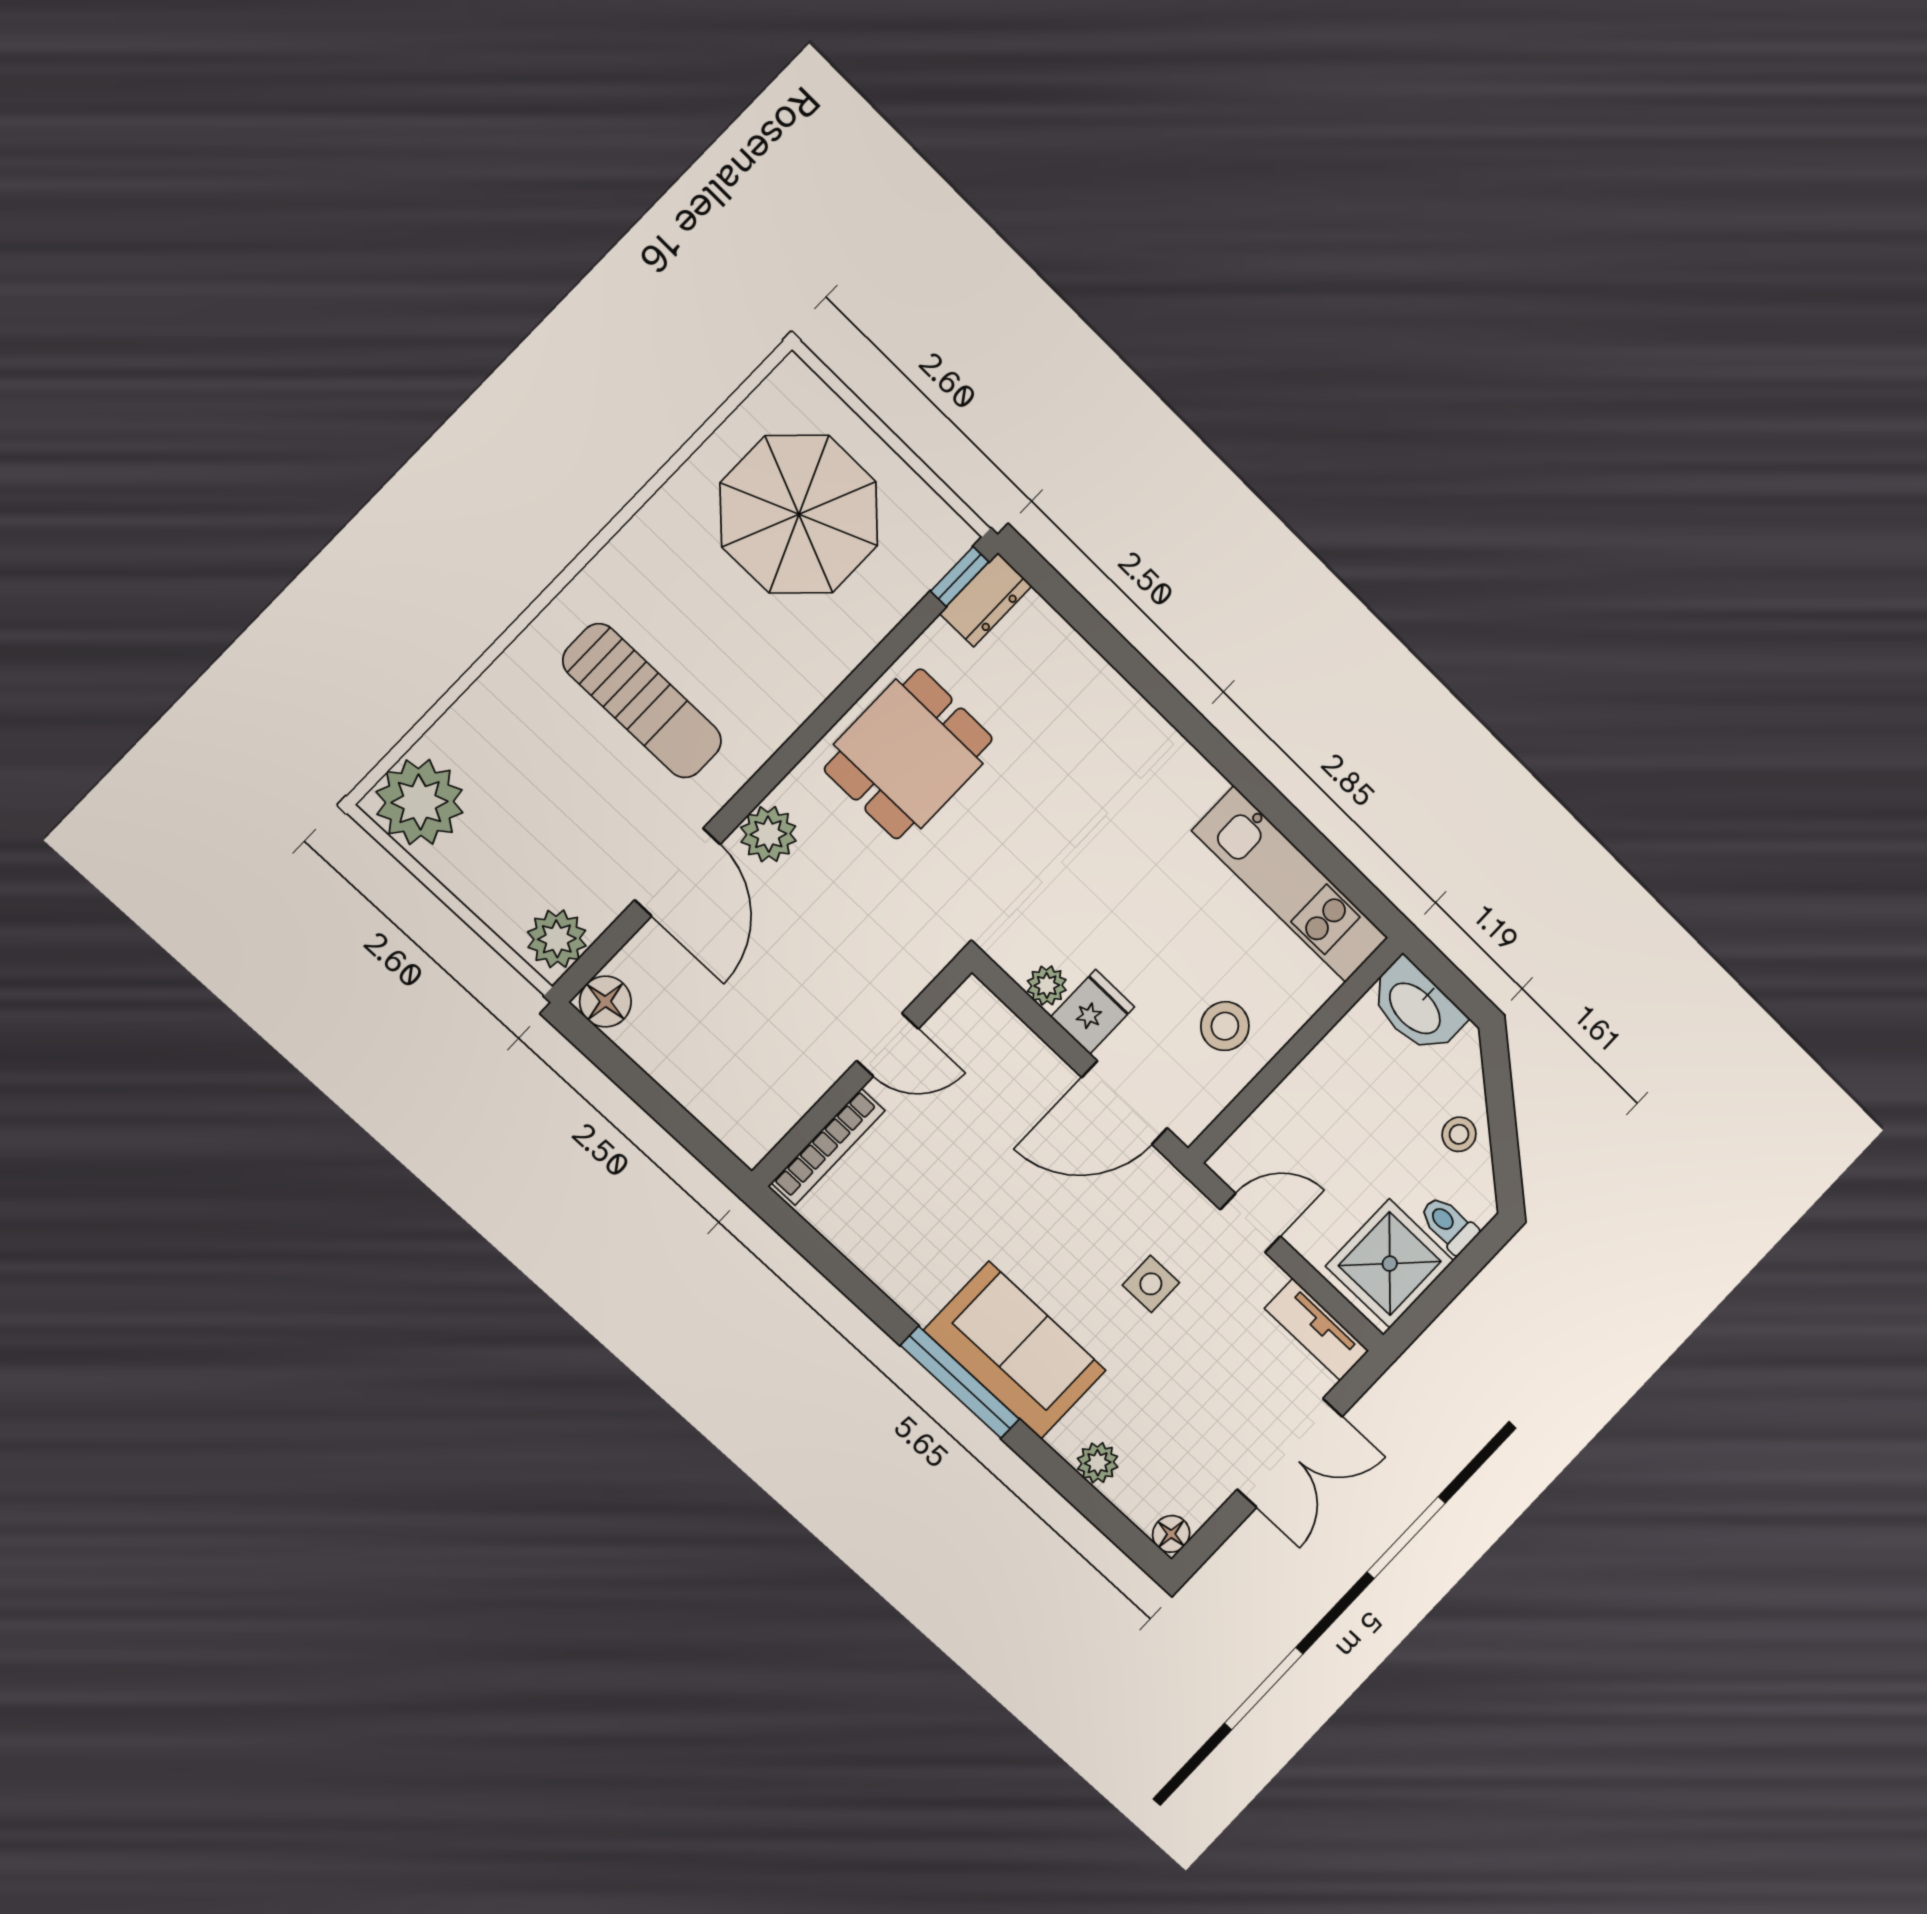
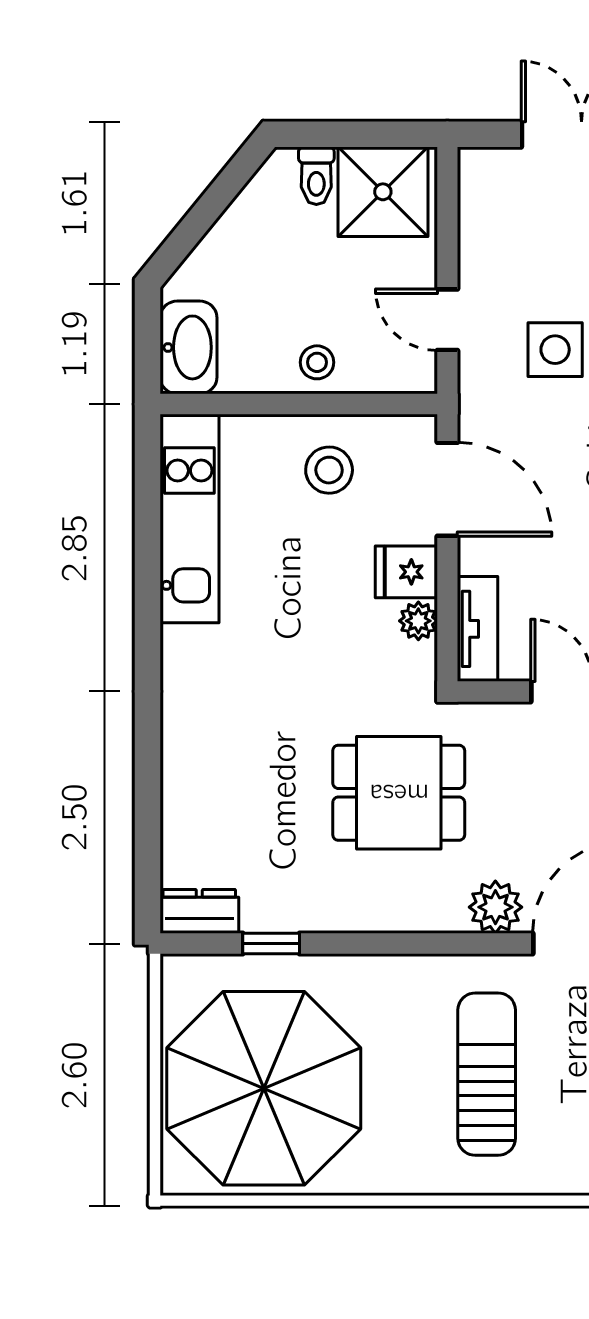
parasol: (799, 514) -> (264, 1088), width x1.36, depth x1.36
window: (960, 577) -> (271, 944), moved
dining table: (908, 754) -> (399, 793), moved
stool: (1459, 1134) -> (317, 362), moved
side table: (1151, 1284) -> (555, 350), width x1.37, depth x1.37
tv unit: (1317, 1330) -> (478, 629), moved

